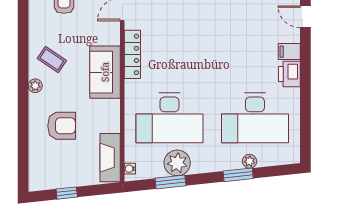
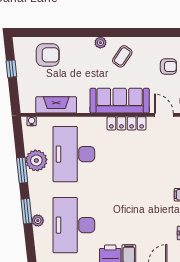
sofa: (105, 72) -> (120, 101), width x1.36
armchair: (62, 126) -> (48, 55), moved, turned -90
fireplace: (110, 158) -> (56, 105), moved
window: (170, 182) -> (22, 170), moved

